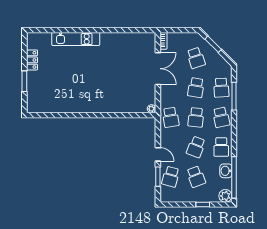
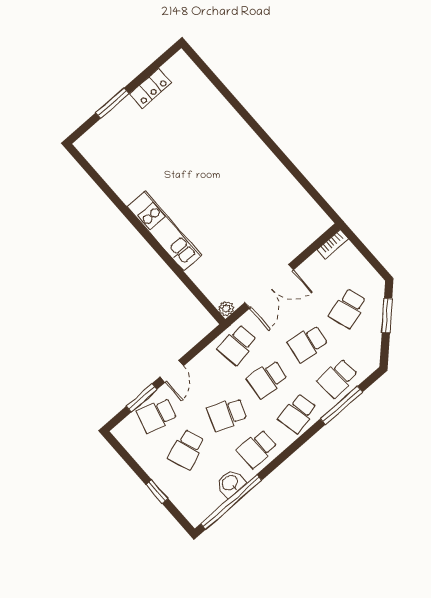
kitchen unit: (76, 39) -> (164, 231), moved, turned 180
double door: (158, 69) -> (269, 286), moved
plant: (225, 196) -> (196, 512), removed

